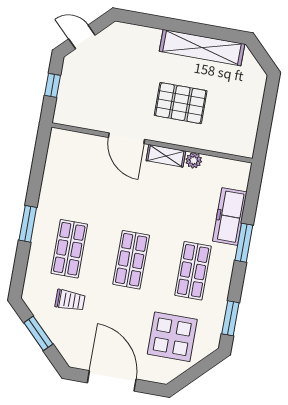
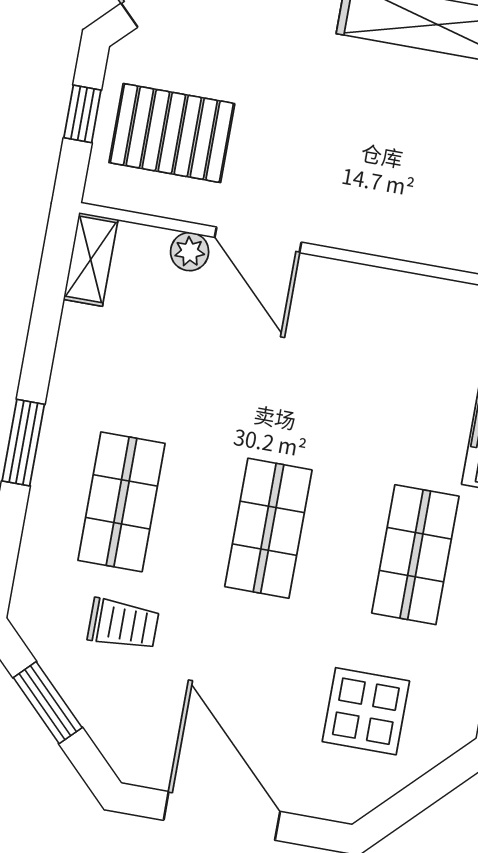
pallet: (181, 103) -> (172, 133), moved
shelving: (166, 156) -> (91, 259), moved, turned 90
plant: (194, 160) -> (190, 252), moved
display table: (172, 337) -> (366, 711), width x0.73, depth x0.73

